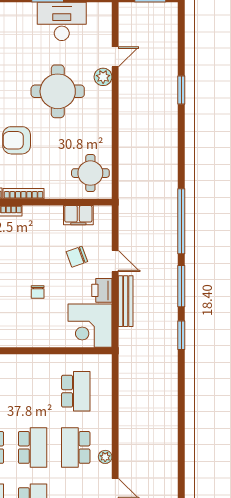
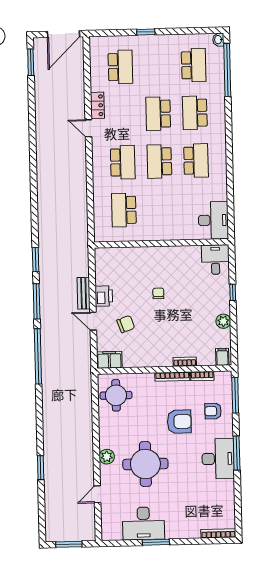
plant: (103, 77) -> (107, 457), moved
filing cabinet: (78, 215) -> (109, 360), moved
bench: (126, 301) -> (84, 293), width x0.73
corner desk: (90, 326) -> (113, 266), removed
plant: (105, 457) -> (98, 155), removed

